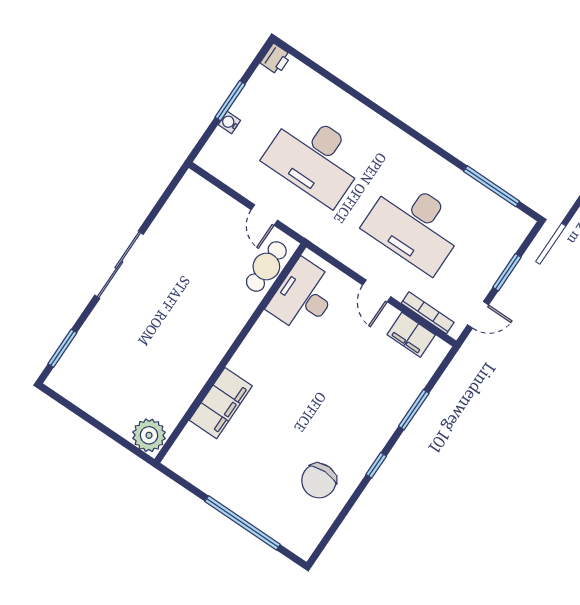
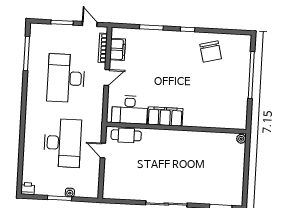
door: (264, 215) -> (103, 151), swing flipped
desk: (415, 225) -> (66, 78), turned 180
filing cabinet: (221, 403) -> (165, 116), moved
plant: (149, 435) -> (241, 139), width x0.53, depth x0.53
chair: (319, 481) -> (211, 51), turned 76

